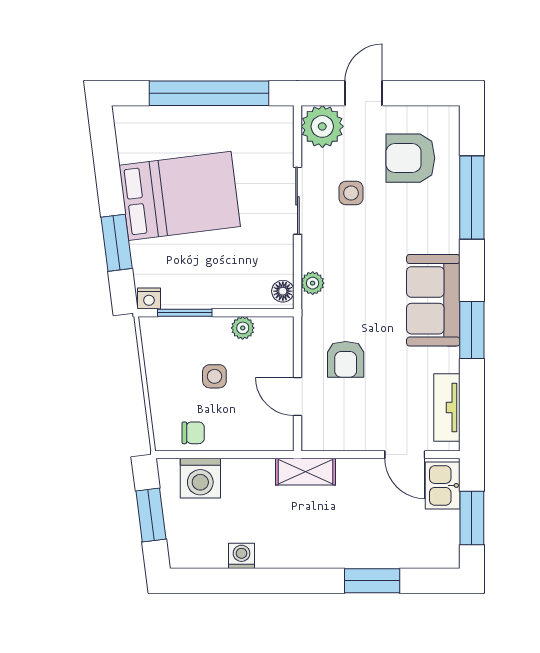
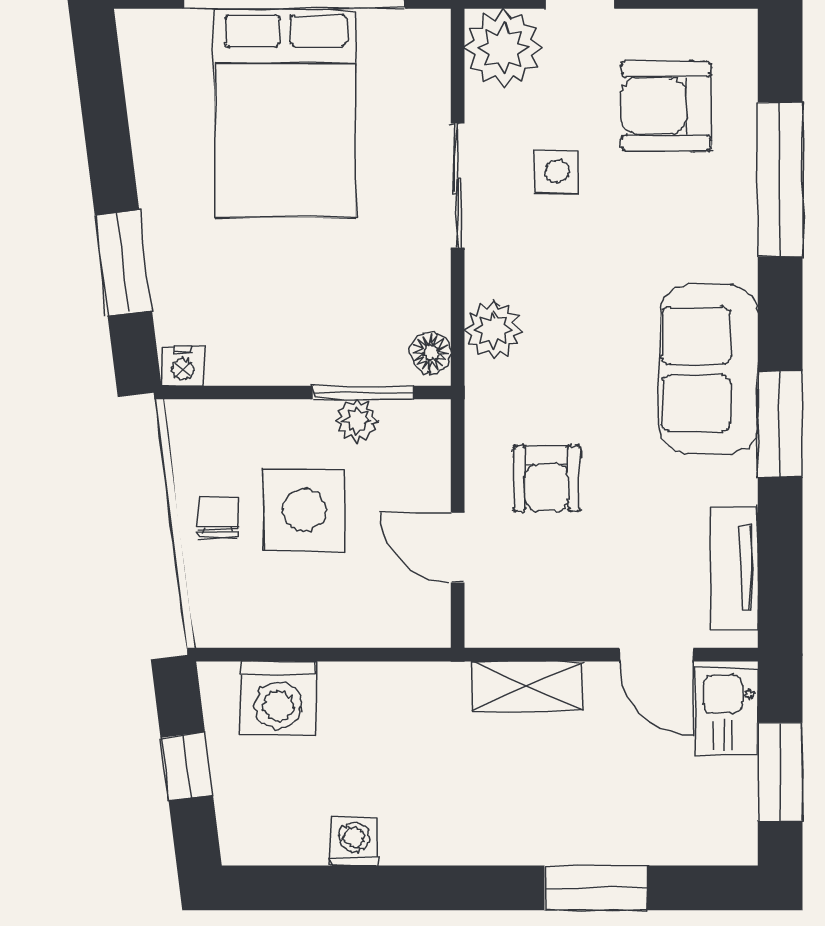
bed: (180, 196) -> (285, 113), moved, turned 97
plant: (313, 283) -> (494, 330), width x1.38, depth x1.38
window: (185, 313) -> (363, 393), moved
side table: (214, 376) -> (304, 510), width x1.87, depth x1.87
chair: (193, 433) -> (218, 517), moved, turned -90
shelving: (305, 472) -> (527, 686), moved
window: (151, 515) -> (187, 766), width x0.67

